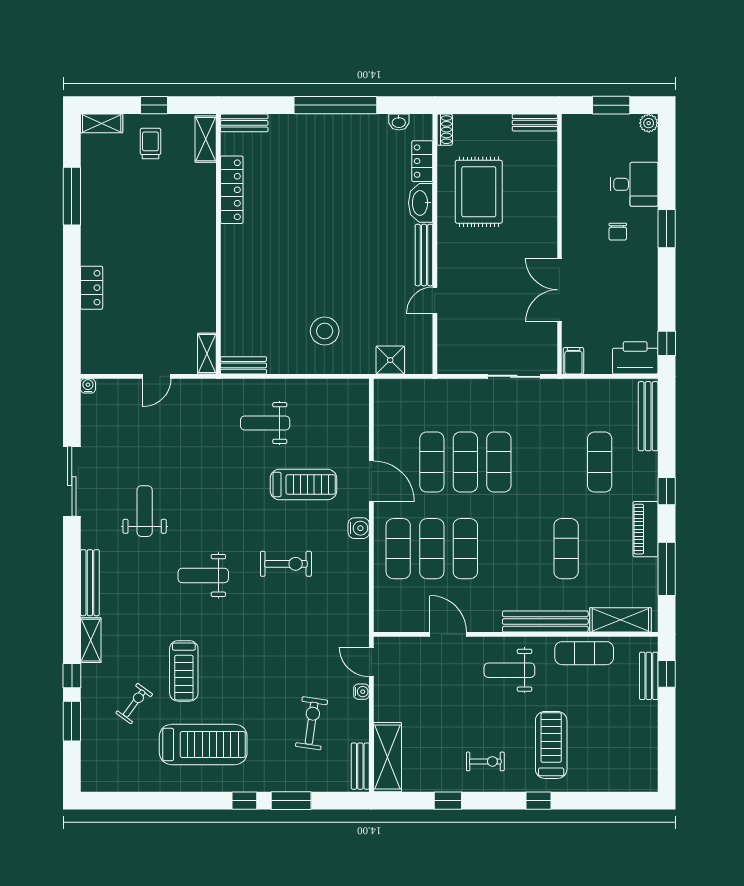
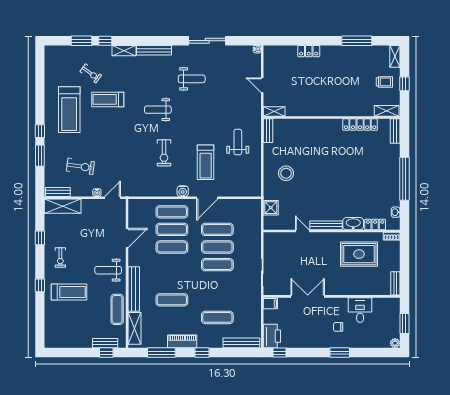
desk: (634, 184) -> (360, 310), moved, turned 180
weight bench: (203, 575) -> (158, 110), turned -90
weight bench: (509, 670) -> (108, 270), turned -90

